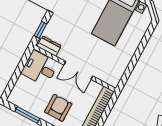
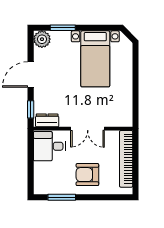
armchair: (58, 108) -> (87, 175), turned -90

